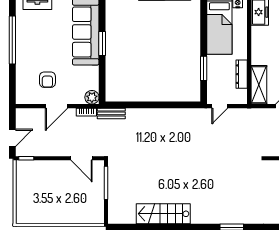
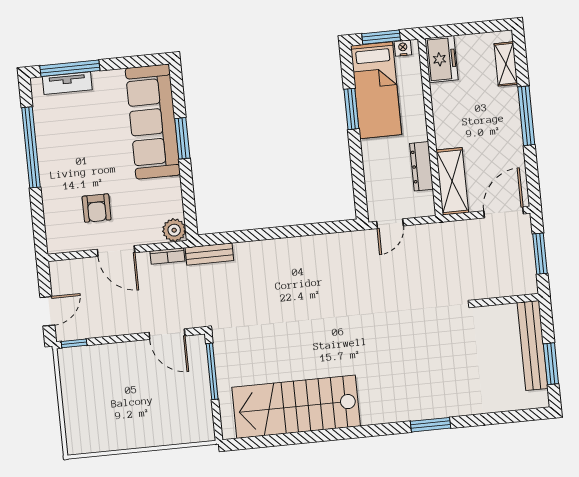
window: (204, 68) -> (351, 109), moved
door: (56, 106) -> (116, 251), hinge flipped
stairs: (163, 214) -> (296, 407), width x1.36, depth x1.51

